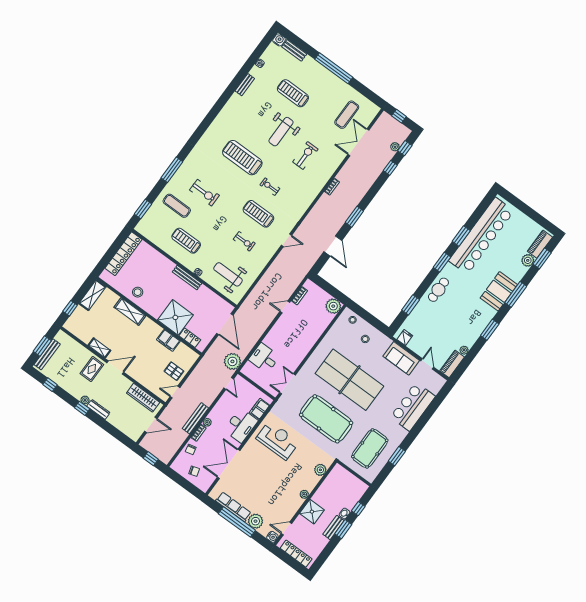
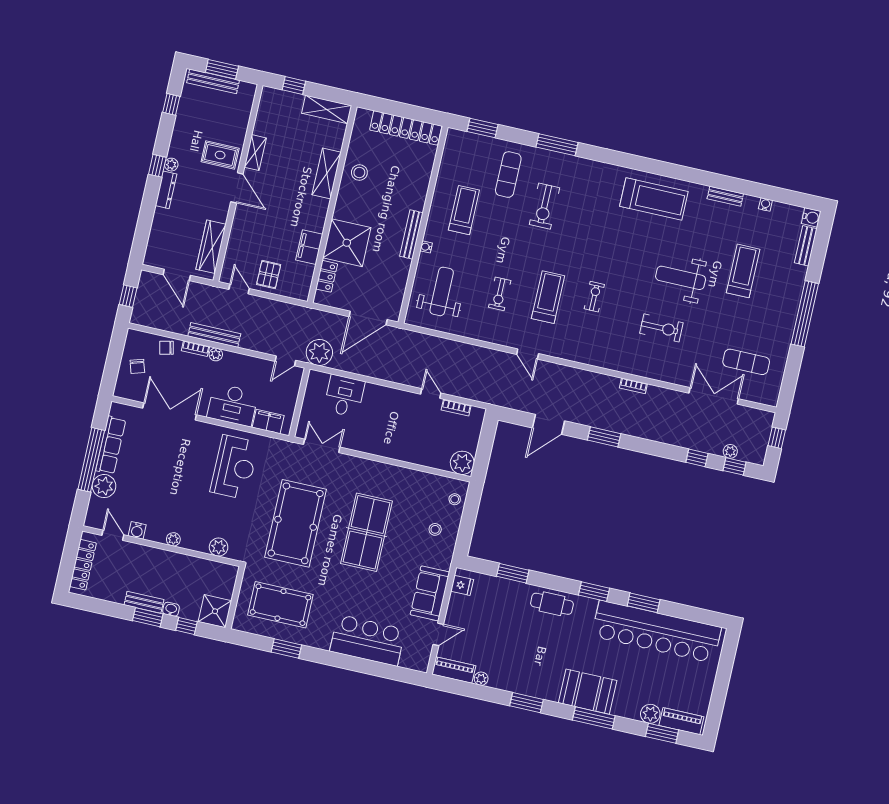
treadmill: (242, 158) -> (654, 199), moved, turned 90
table tennis table: (349, 380) -> (367, 532), width x0.73, depth x0.76
shower: (312, 512) -> (215, 611), moved
water cooler: (272, 537) -> (137, 530), moved

